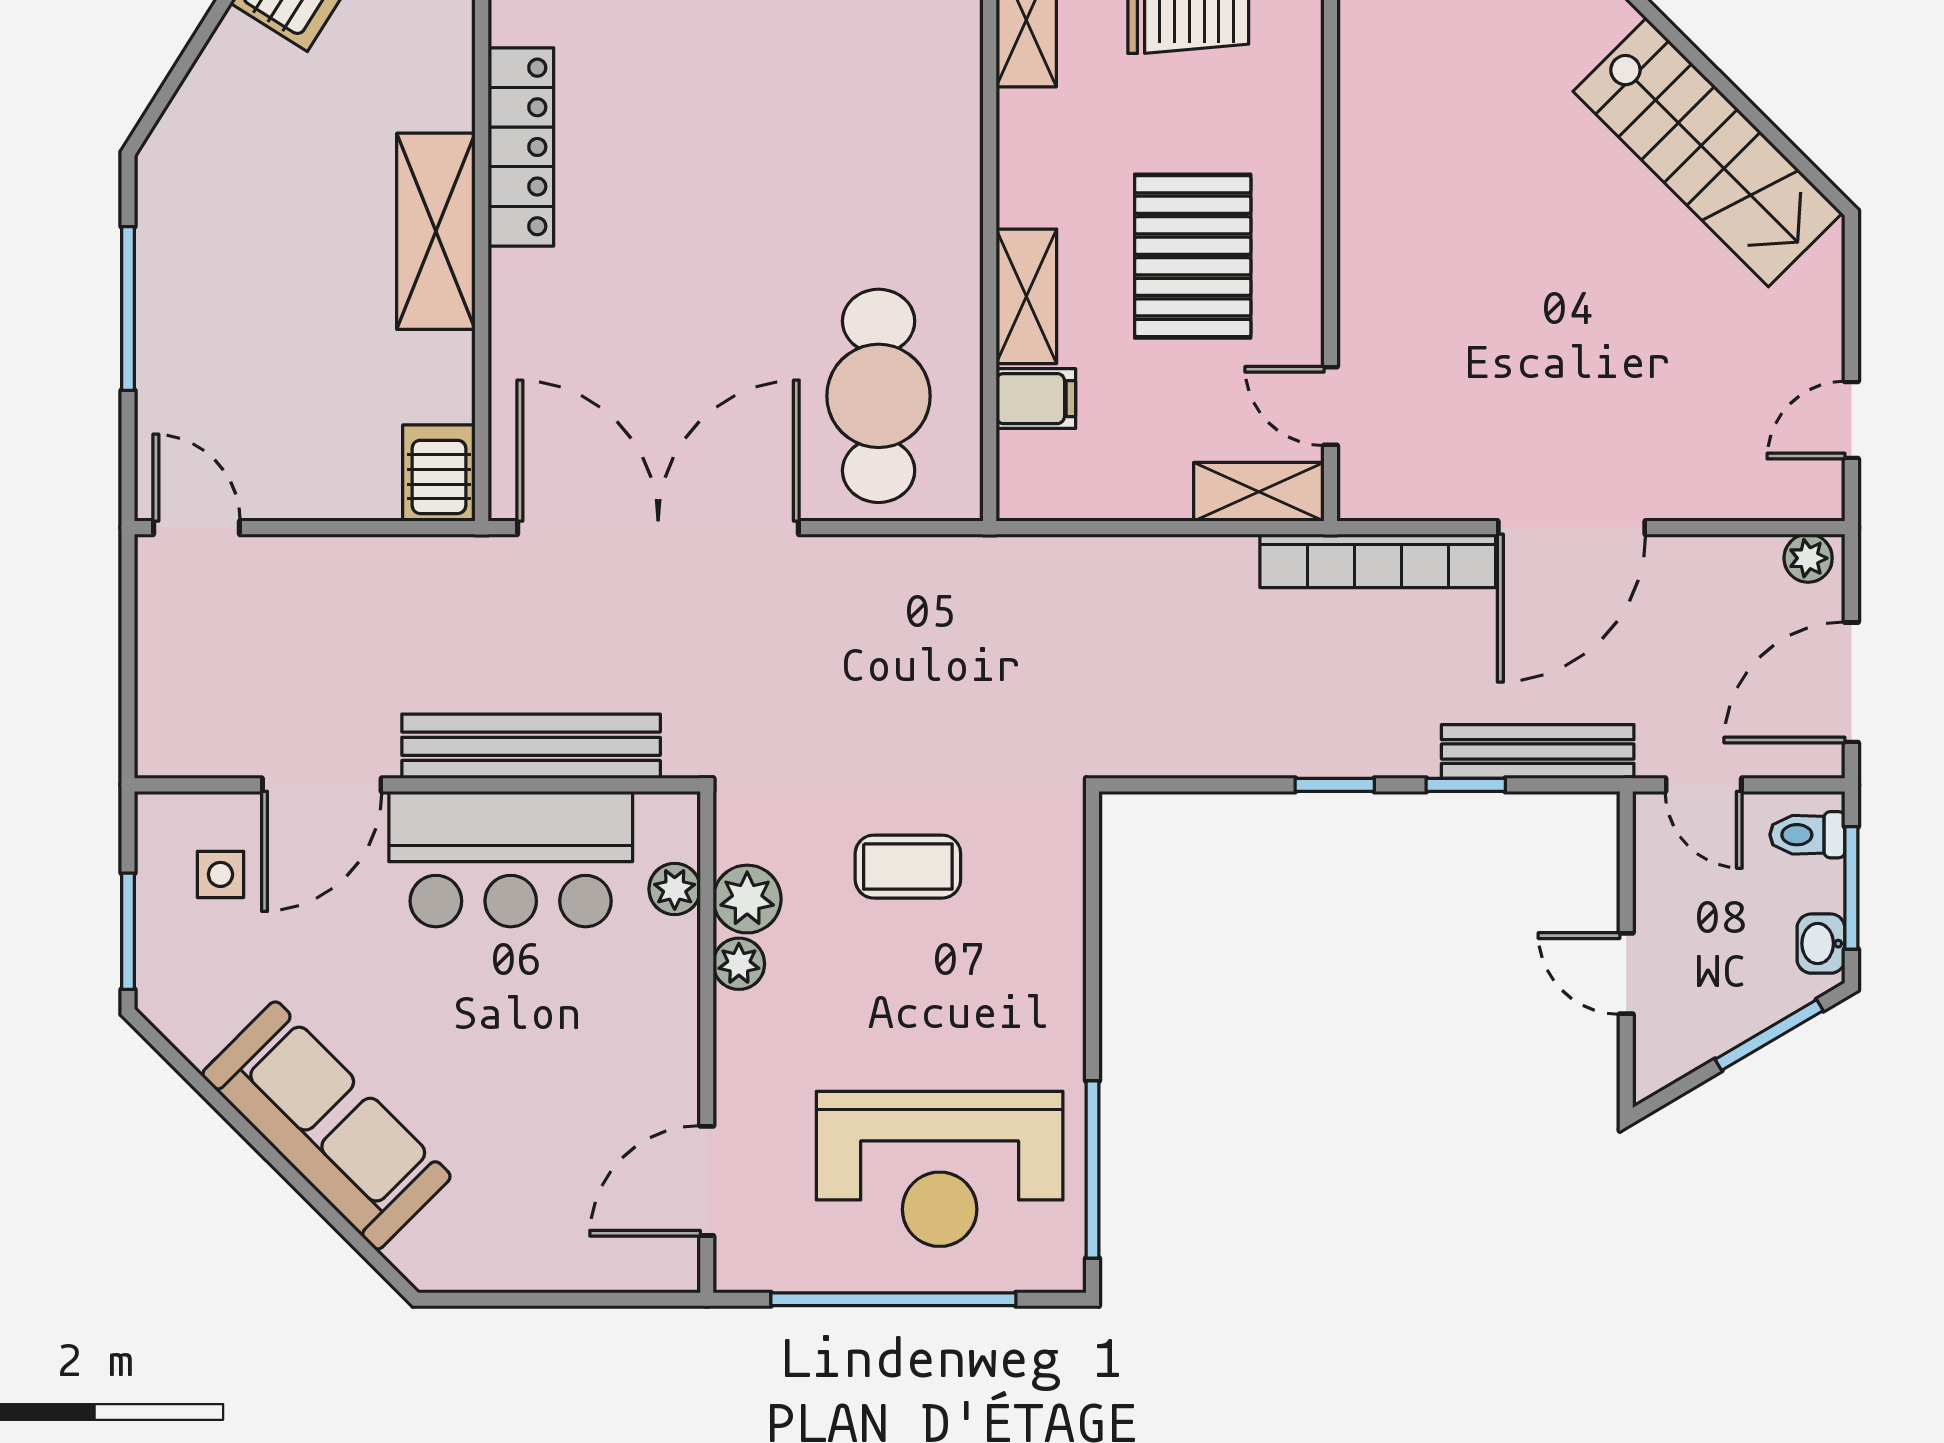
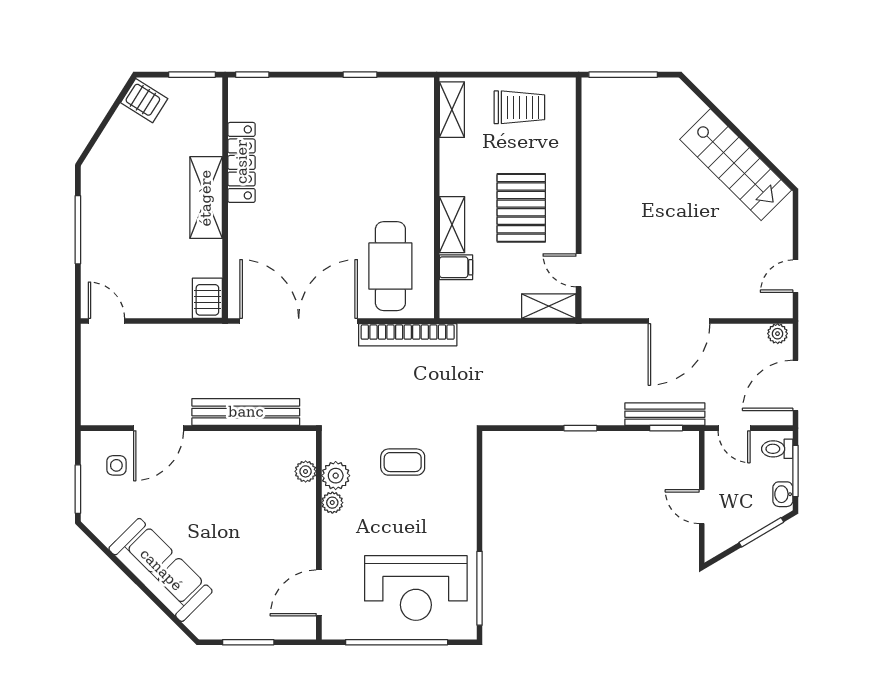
bookcase: (1378, 561) -> (408, 335), moved
window: (1466, 785) -> (666, 428), moved
bar counter: (511, 859) -> (237, 459), removed
window: (537, 1299) -> (248, 642), added

